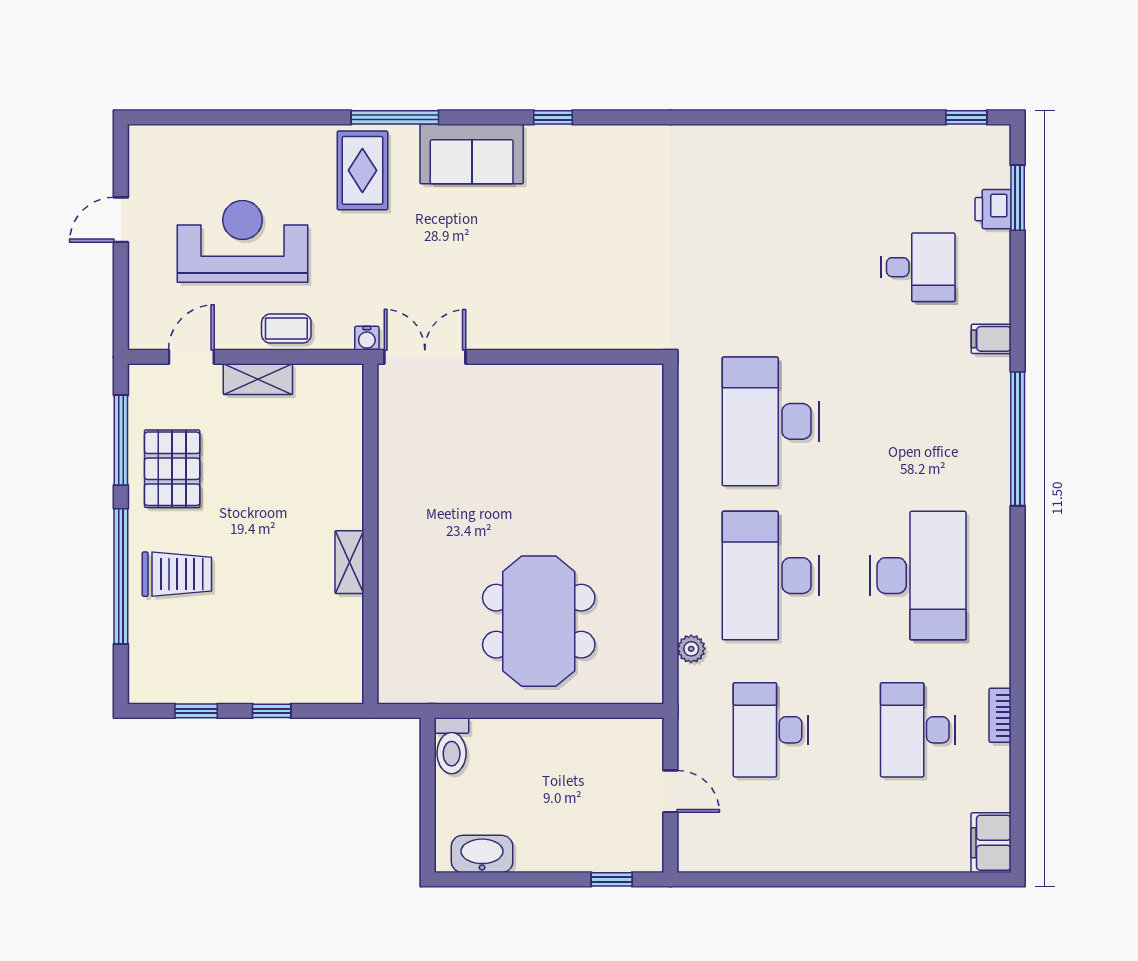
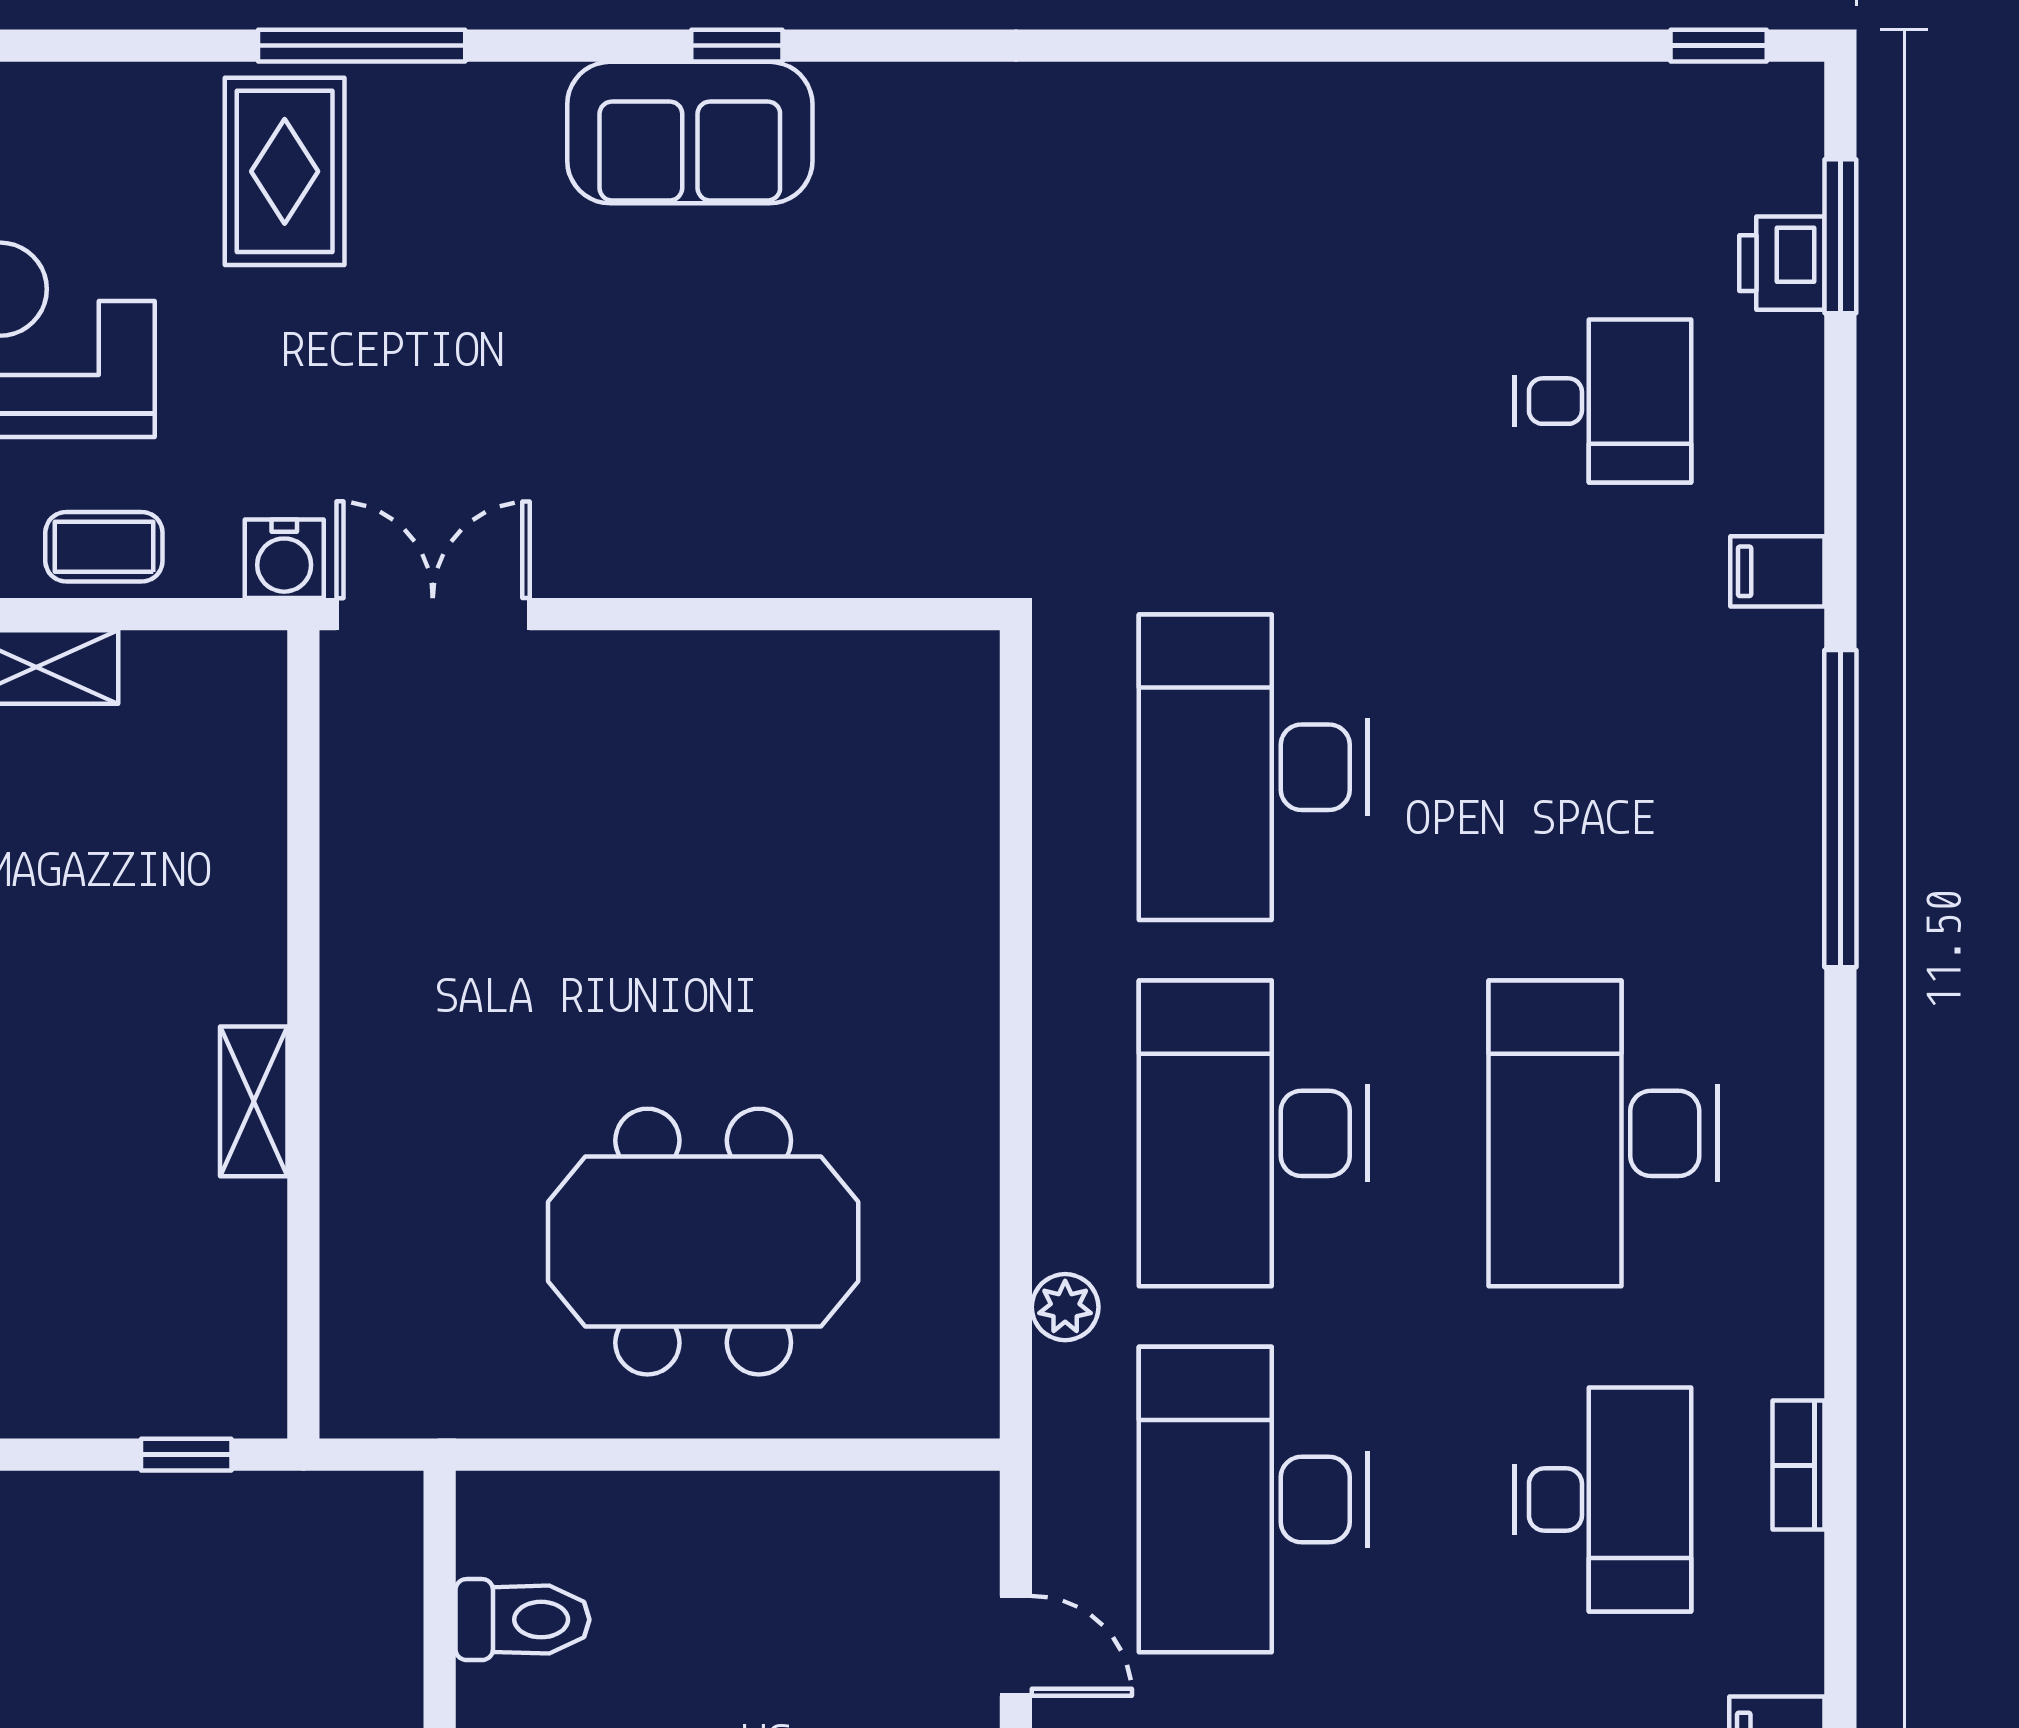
sofa: (472, 154) -> (690, 133), moved
water cooler: (367, 338) -> (284, 559), width x1.38, depth x1.38
desk: (918, 576) -> (1603, 1133), turned 180
meeting table: (539, 621) -> (703, 1242), turned 90
window: (272, 711) -> (186, 1455), moved
desk: (770, 730) -> (1253, 1500), width x1.36, depth x1.30
desk: (918, 730) -> (1603, 1500), turned 180
toilet: (452, 746) -> (522, 1620), moved, turned -90

